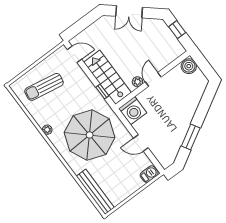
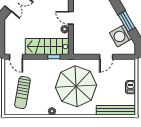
door: (75, 54) -> (16, 57), swing flipped
washing machine: (133, 111) -> (121, 36), moved, turned 150
barbecue: (149, 174) -> (131, 87), moved

